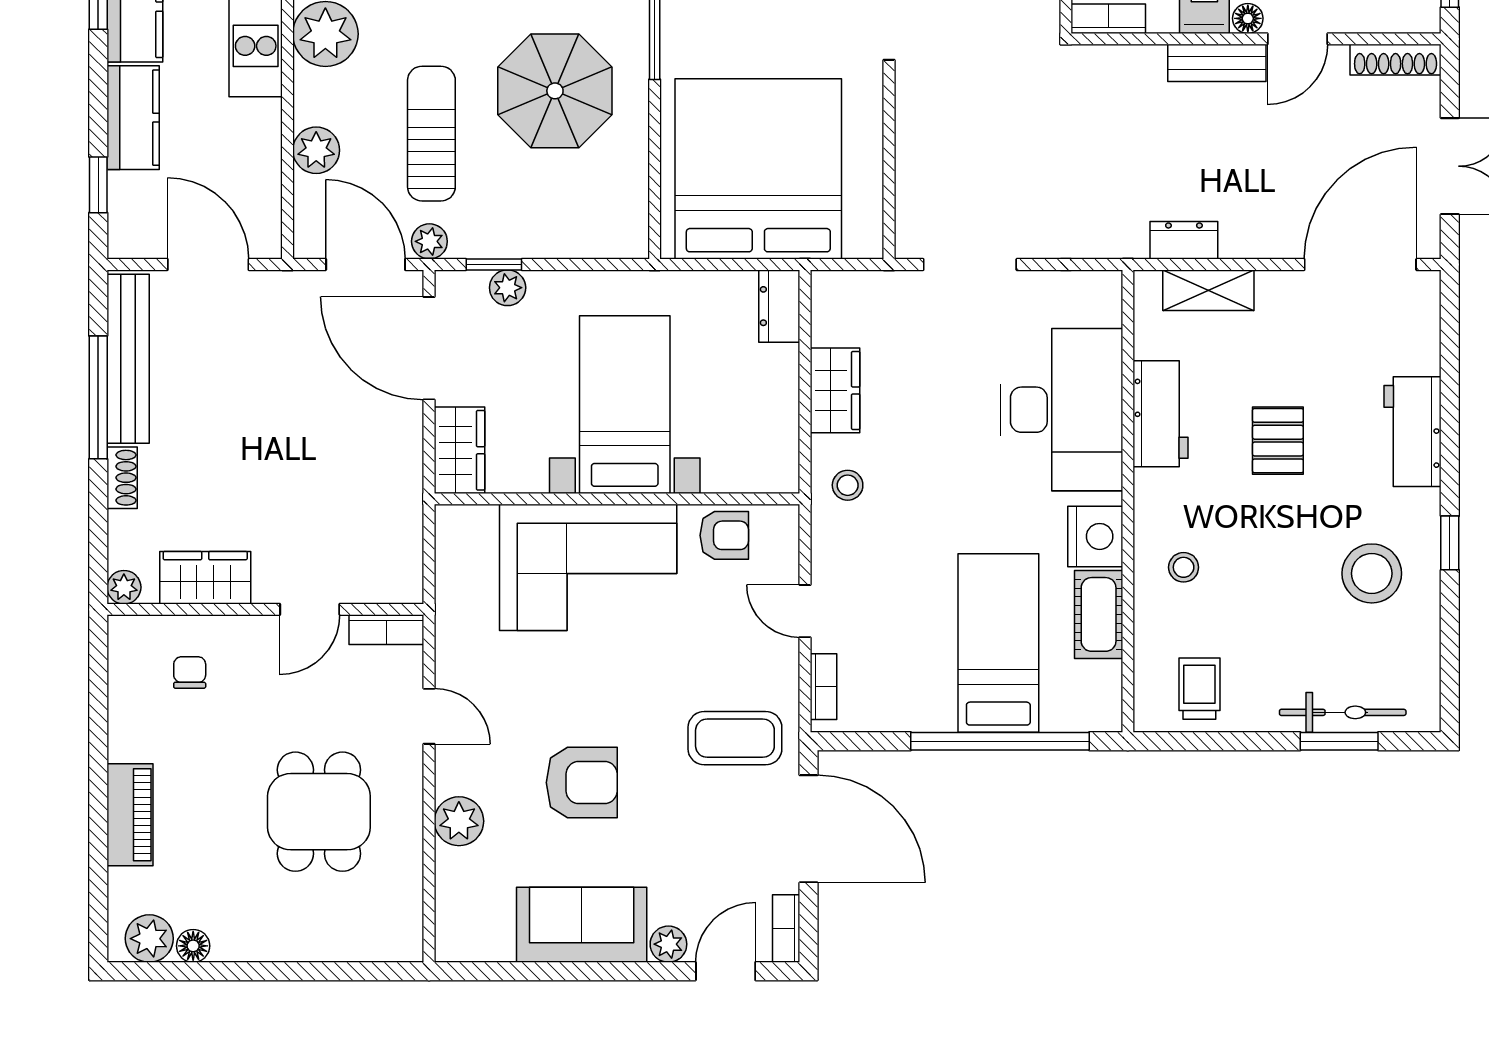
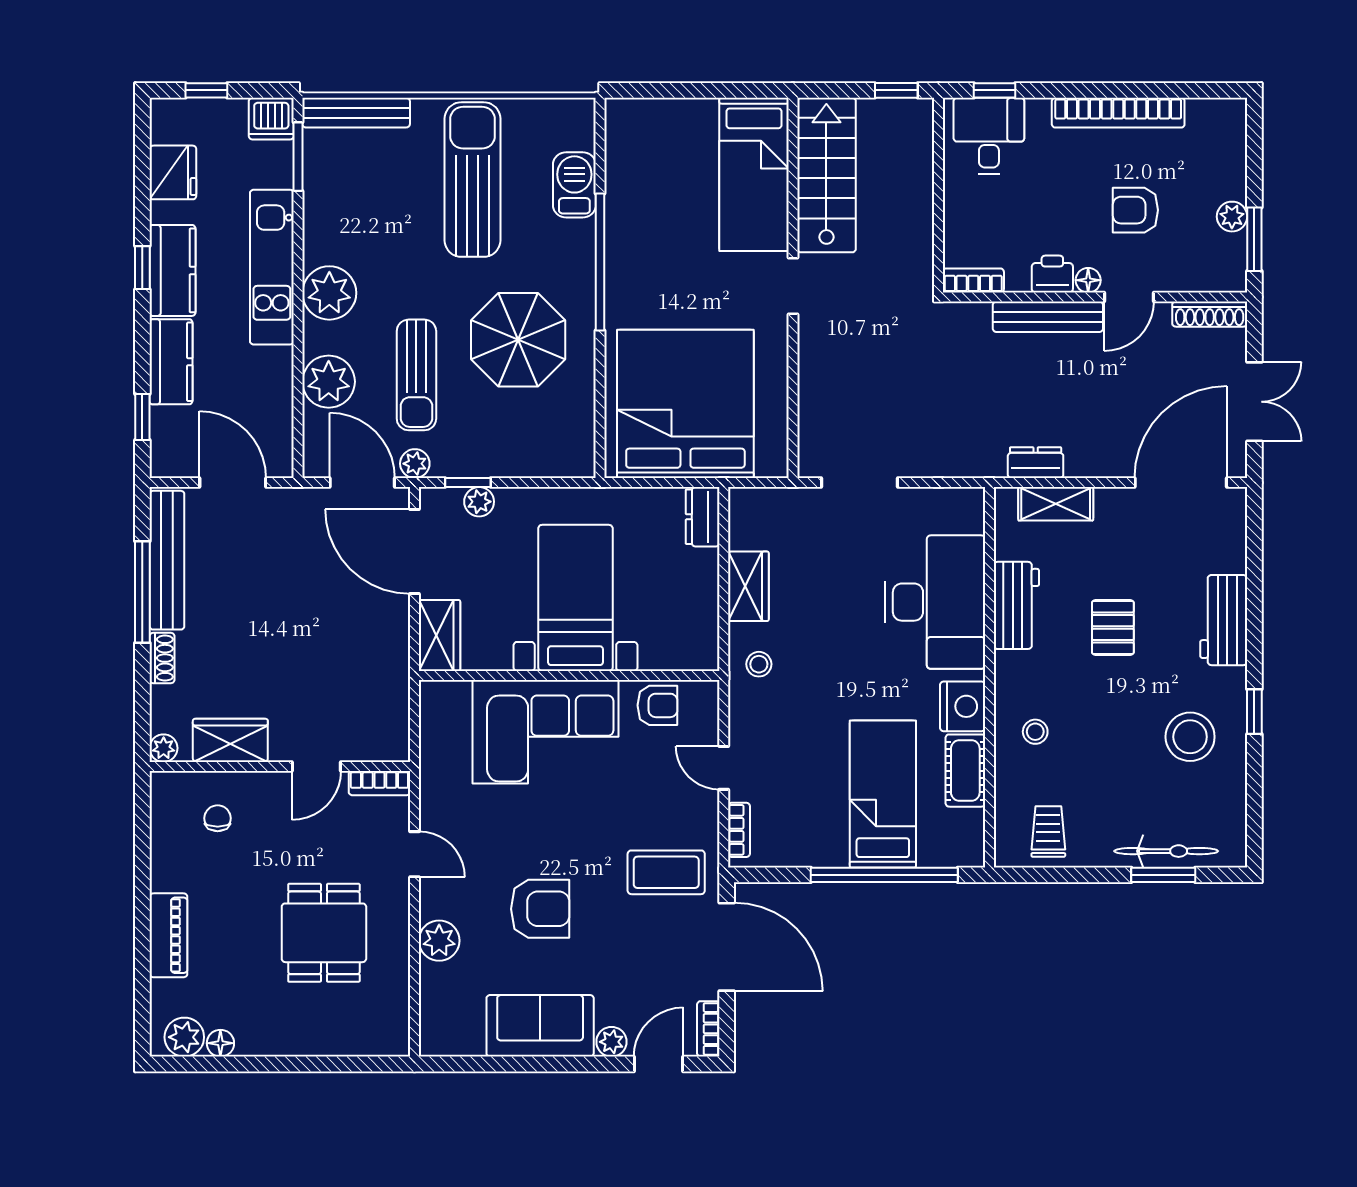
bench: (1217, 63) -> (1048, 317), width x1.36
sun lounger: (431, 134) -> (416, 375), turned 180
plant: (316, 150) -> (329, 382), width x1.36, depth x1.36

